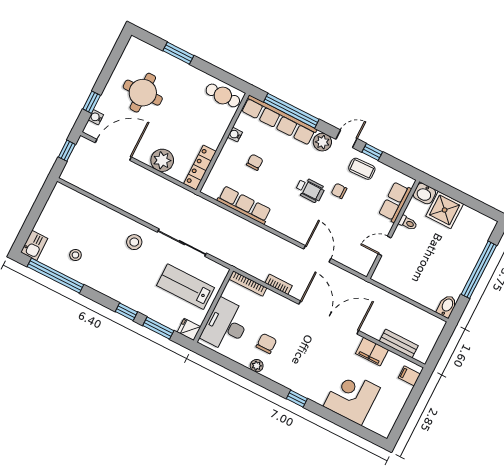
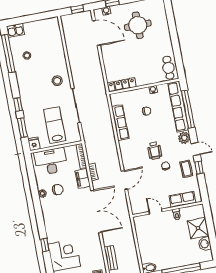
window: (178, 53) -> (172, 28), removed
plant: (162, 160) -> (111, 62), removed
washbasin: (424, 193) -> (205, 244), moved
filing cabinet: (372, 352) -> (83, 178), moved
window: (297, 399) -> (45, 245), moved

